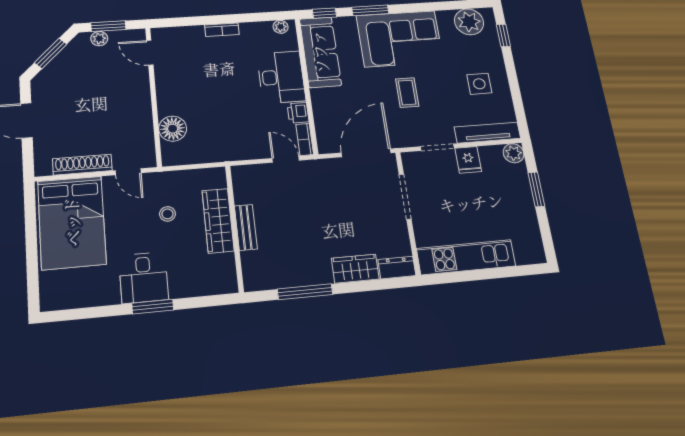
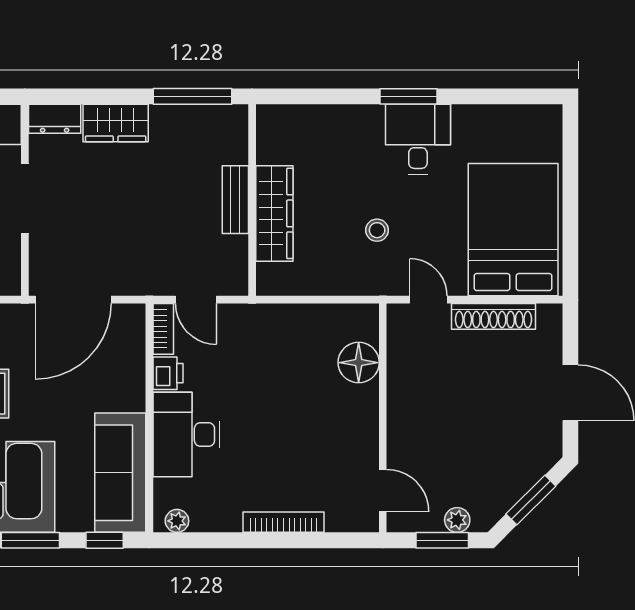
bookcase: (222, 30) -> (283, 522), width x1.56
doorway: (405, 197) -> (25, 198), moved
wardrobe: (218, 221) -> (274, 213), moved
bench: (246, 227) -> (235, 200), moved
wall: (234, 228) -> (252, 200), moved

